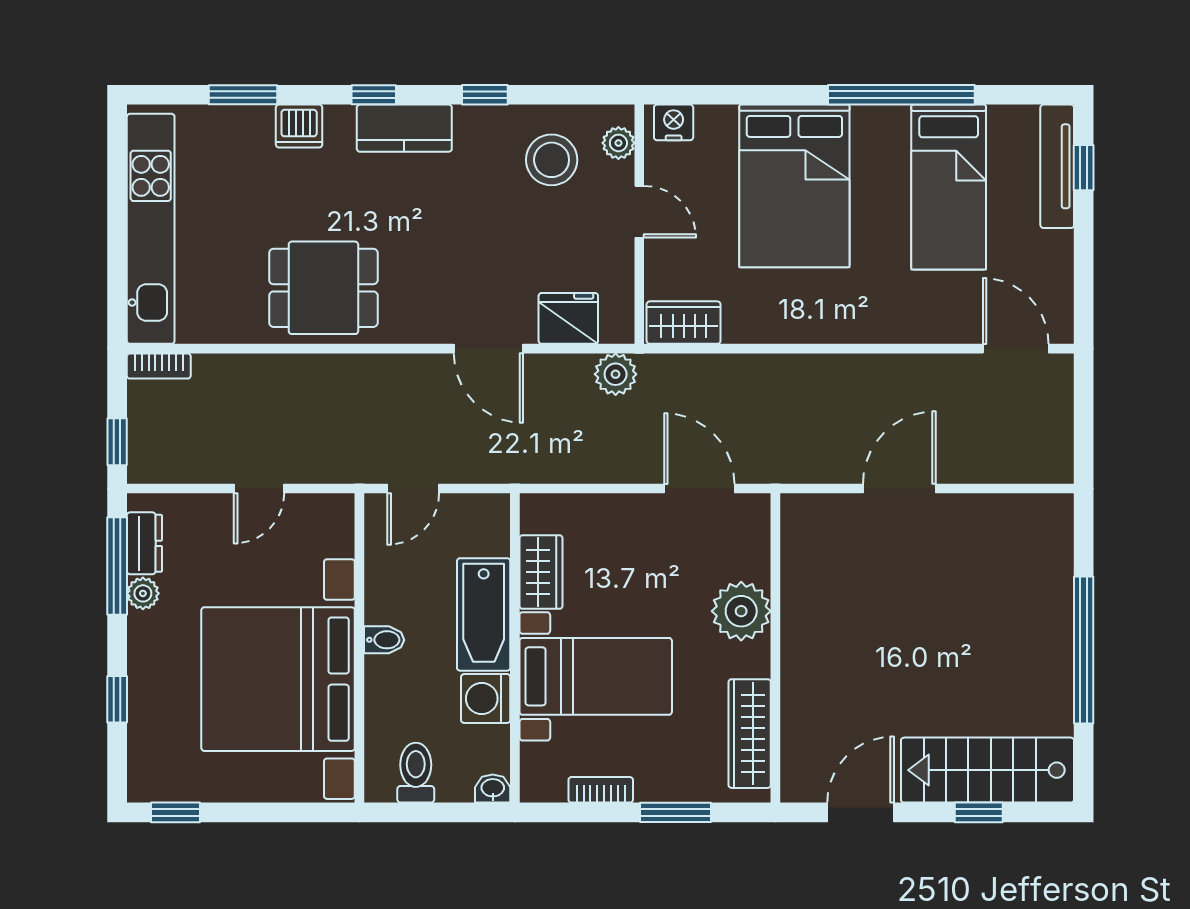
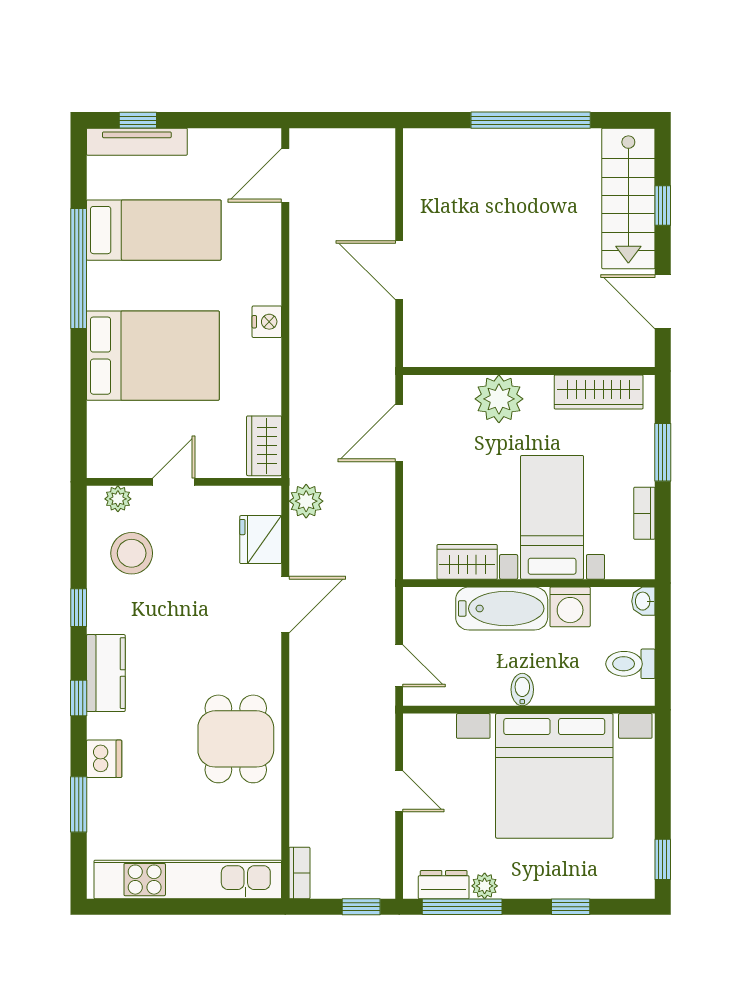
nightstand: (674, 122) -> (267, 322), moved, turned 180

